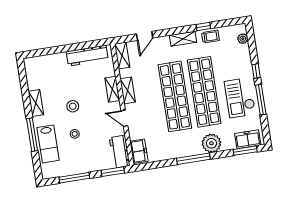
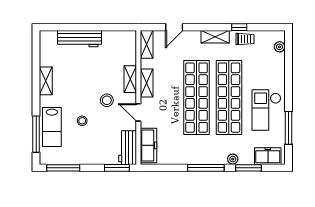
workbench: (87, 56) -> (80, 39), moved
window: (256, 71) -> (288, 84), removed
window: (261, 100) -> (288, 128), moved
stool: (73, 106) -> (107, 100), moved
window: (32, 135) -> (36, 134), moved
plant: (211, 143) -> (233, 159), width x0.53, depth x0.53
freezer: (139, 151) -> (148, 145), width x1.40
window: (245, 151) -> (248, 168), moved
window: (74, 178) -> (63, 168), moved

